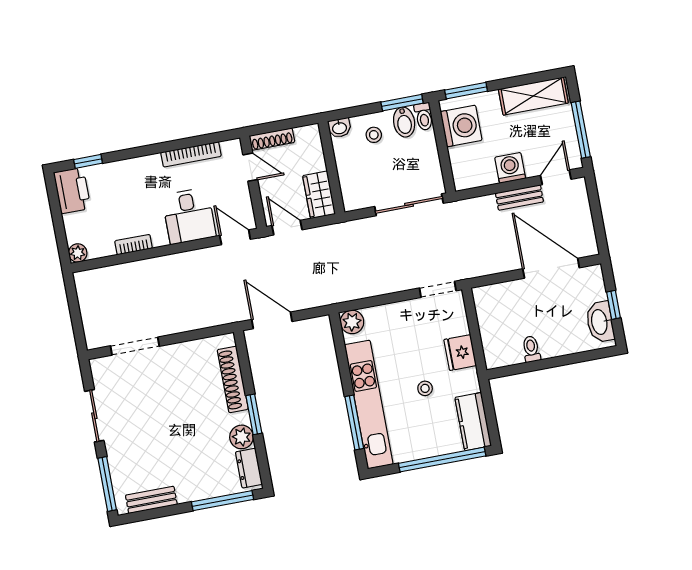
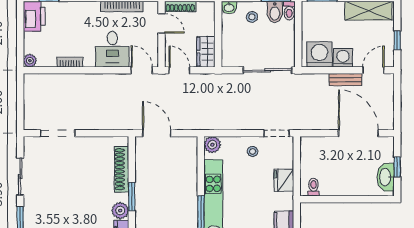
washing machine: (461, 126) -> (319, 54), moved, turned -90
window: (581, 130) -> (397, 40), width x0.46
toilet: (531, 349) -> (313, 187), moved
stool: (425, 388) -> (253, 151), moved

